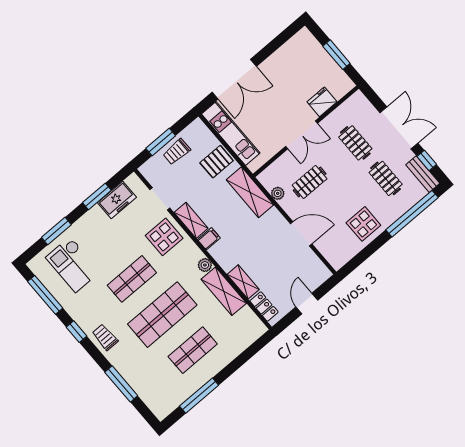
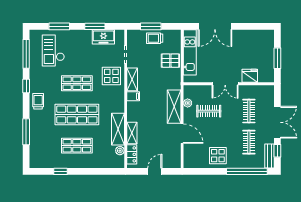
shelving: (250, 192) -> (174, 107), moved
plant: (205, 265) -> (120, 151), moved
window: (199, 396) -> (60, 171), width x0.46

